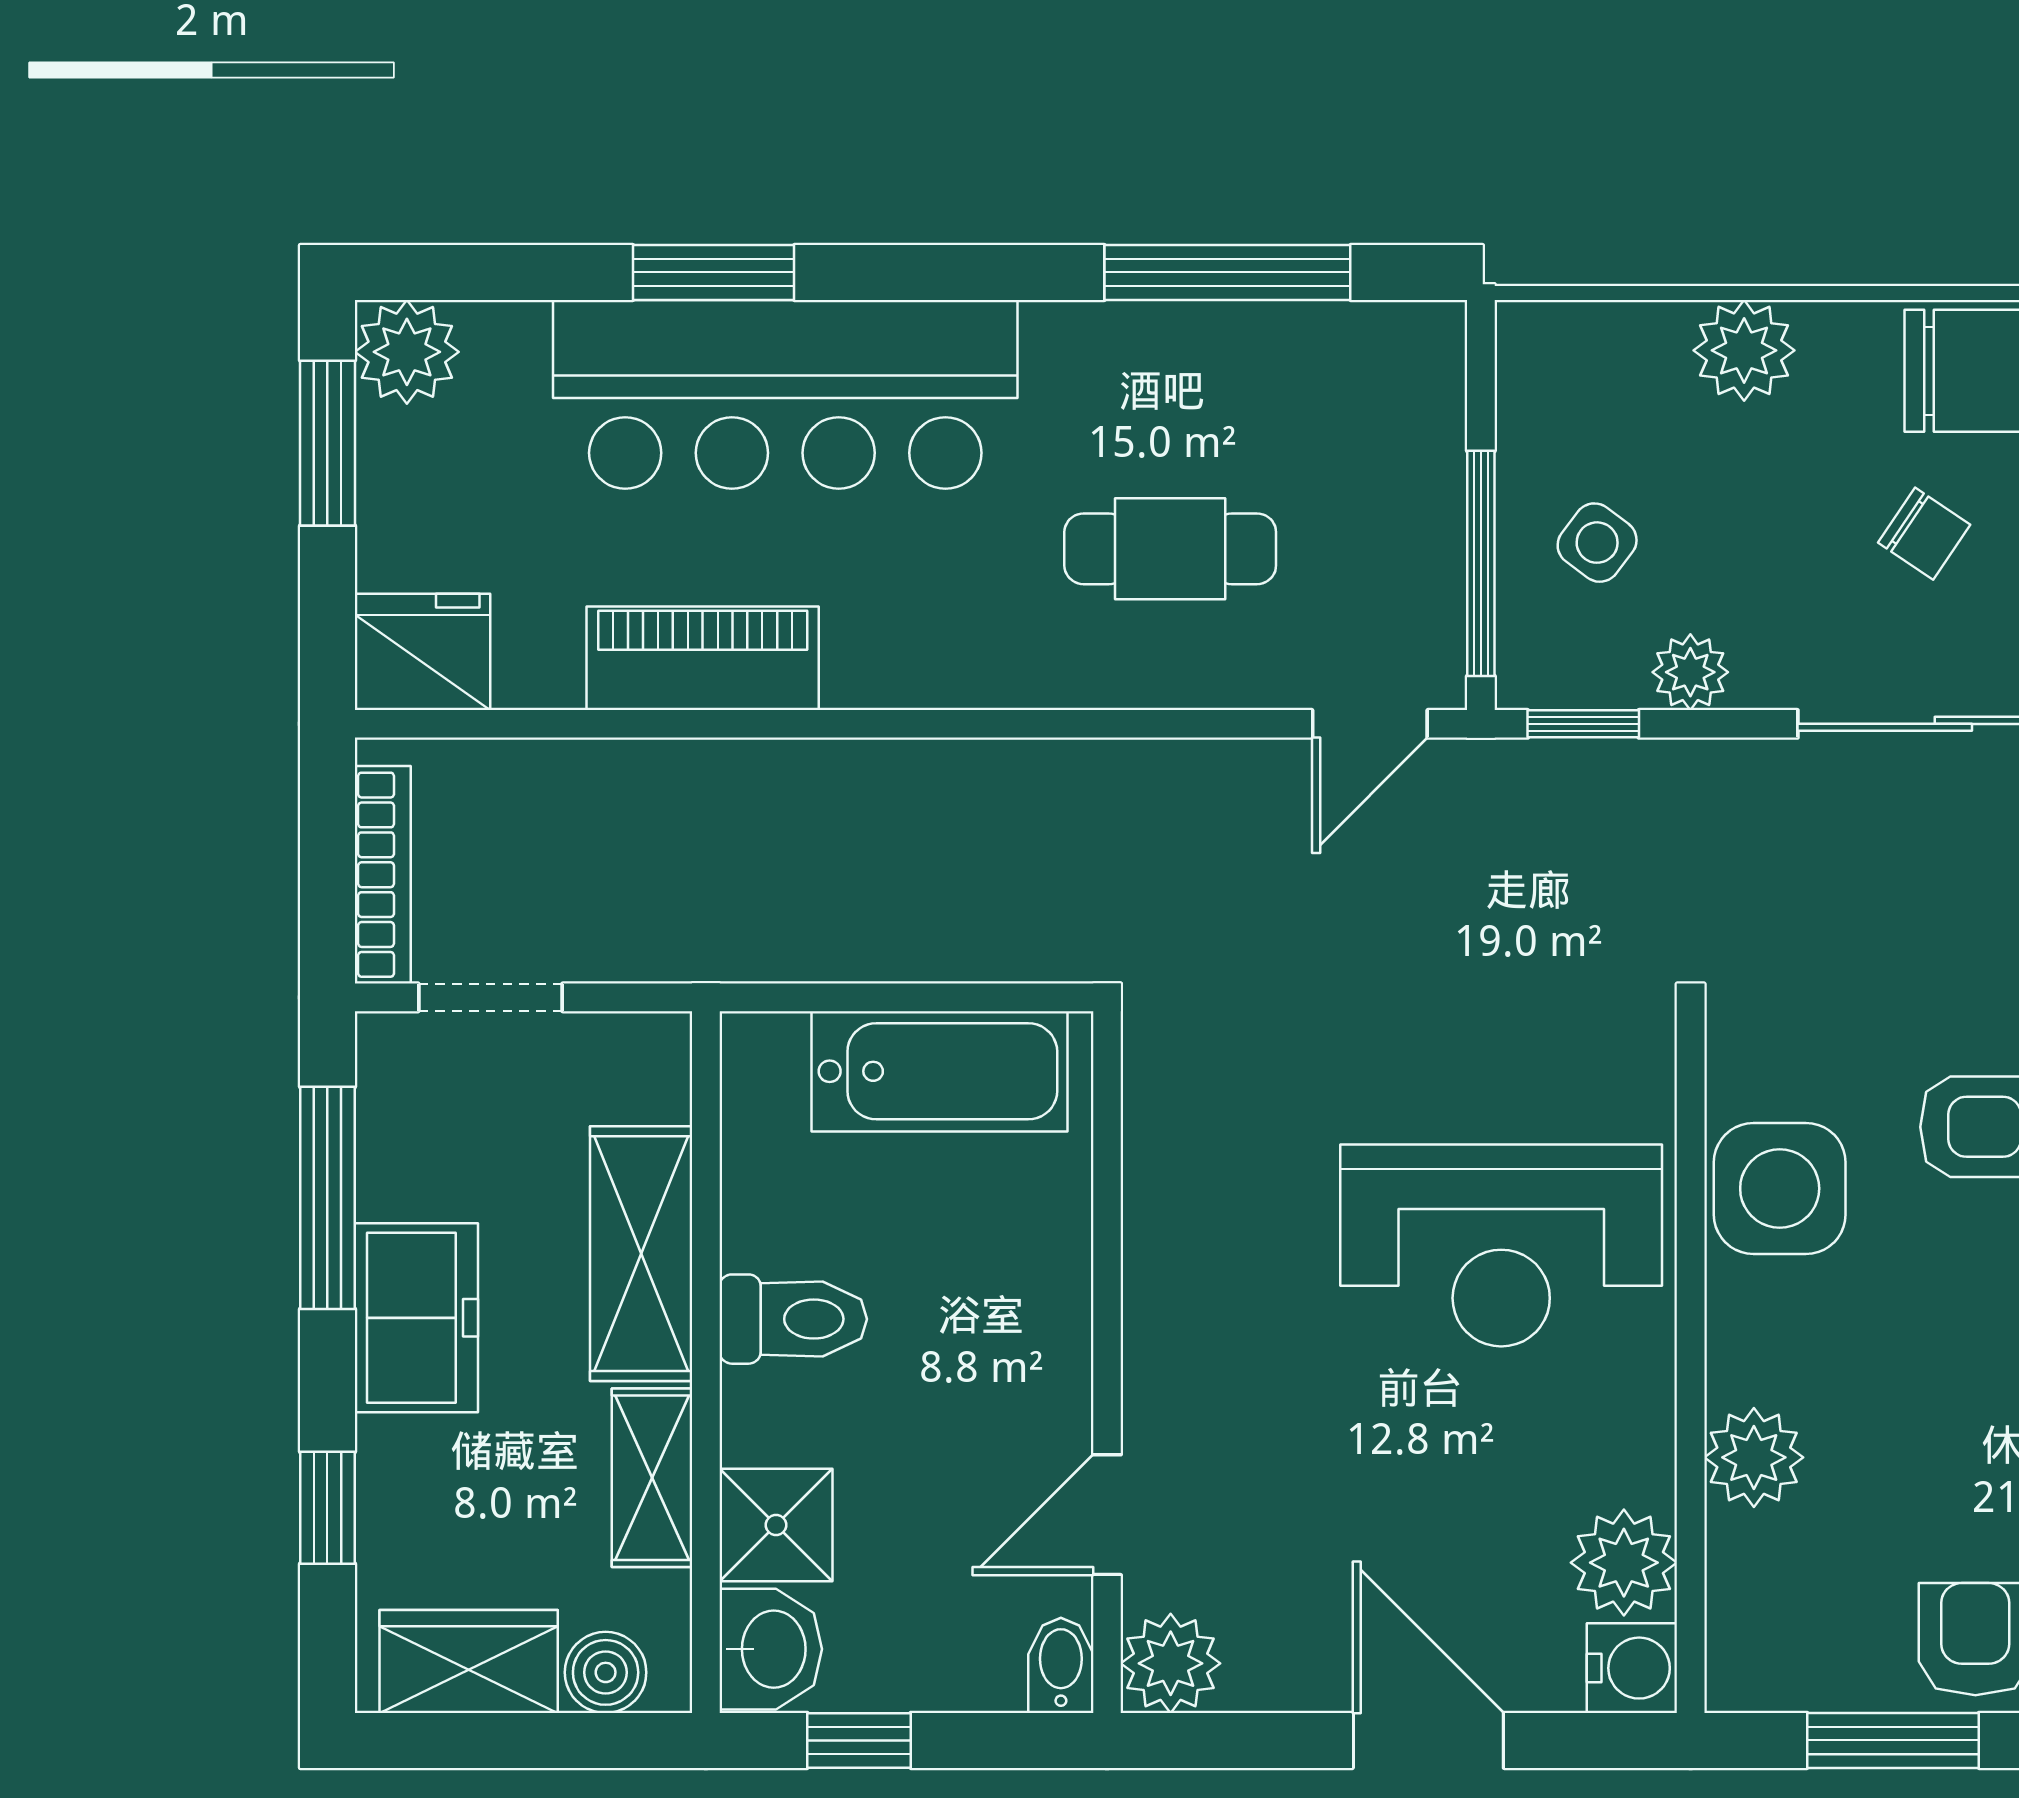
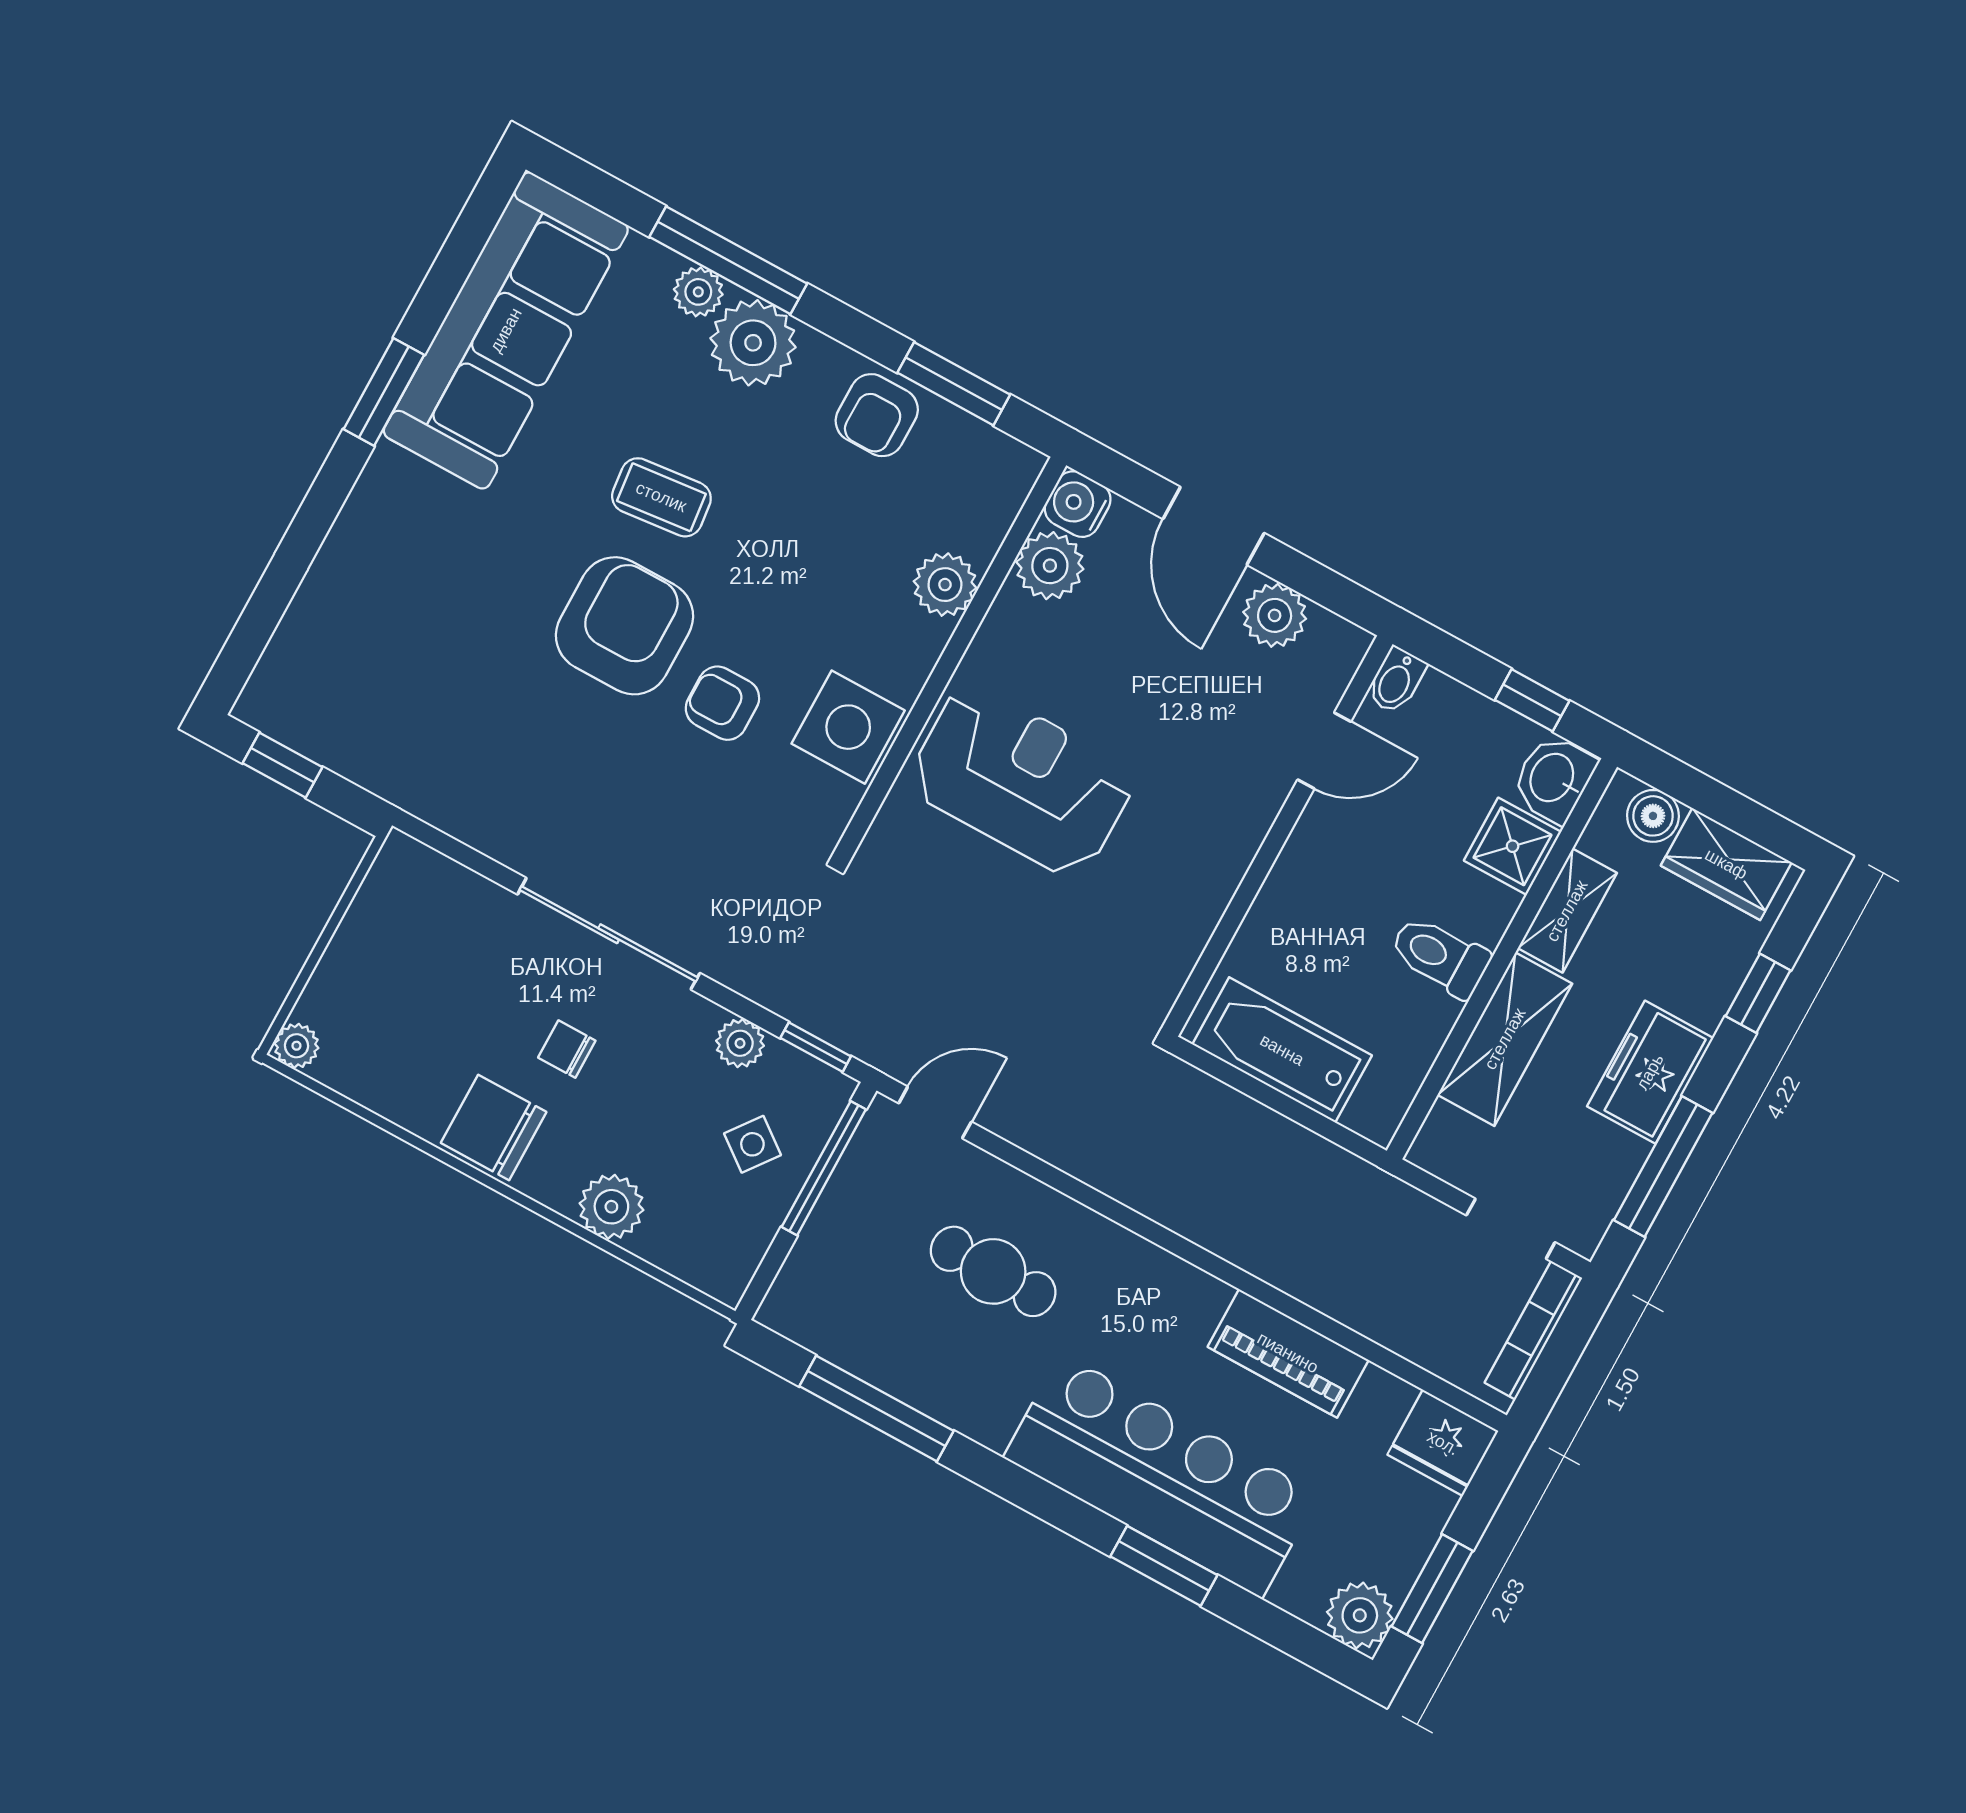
chair: (1924, 534) -> (567, 1049), turned -34
plant: (1171, 1663) -> (1275, 615), moved

